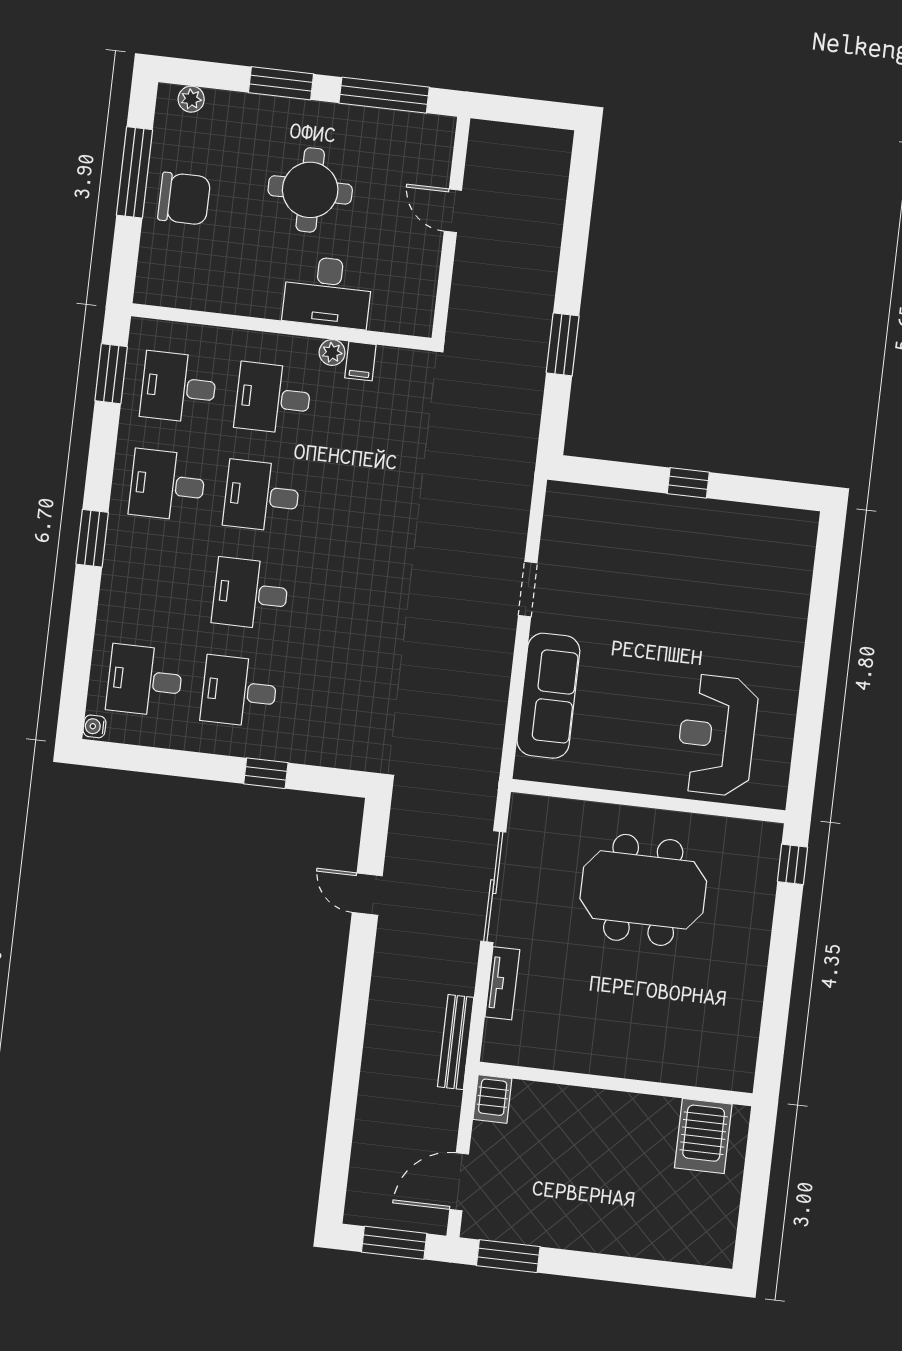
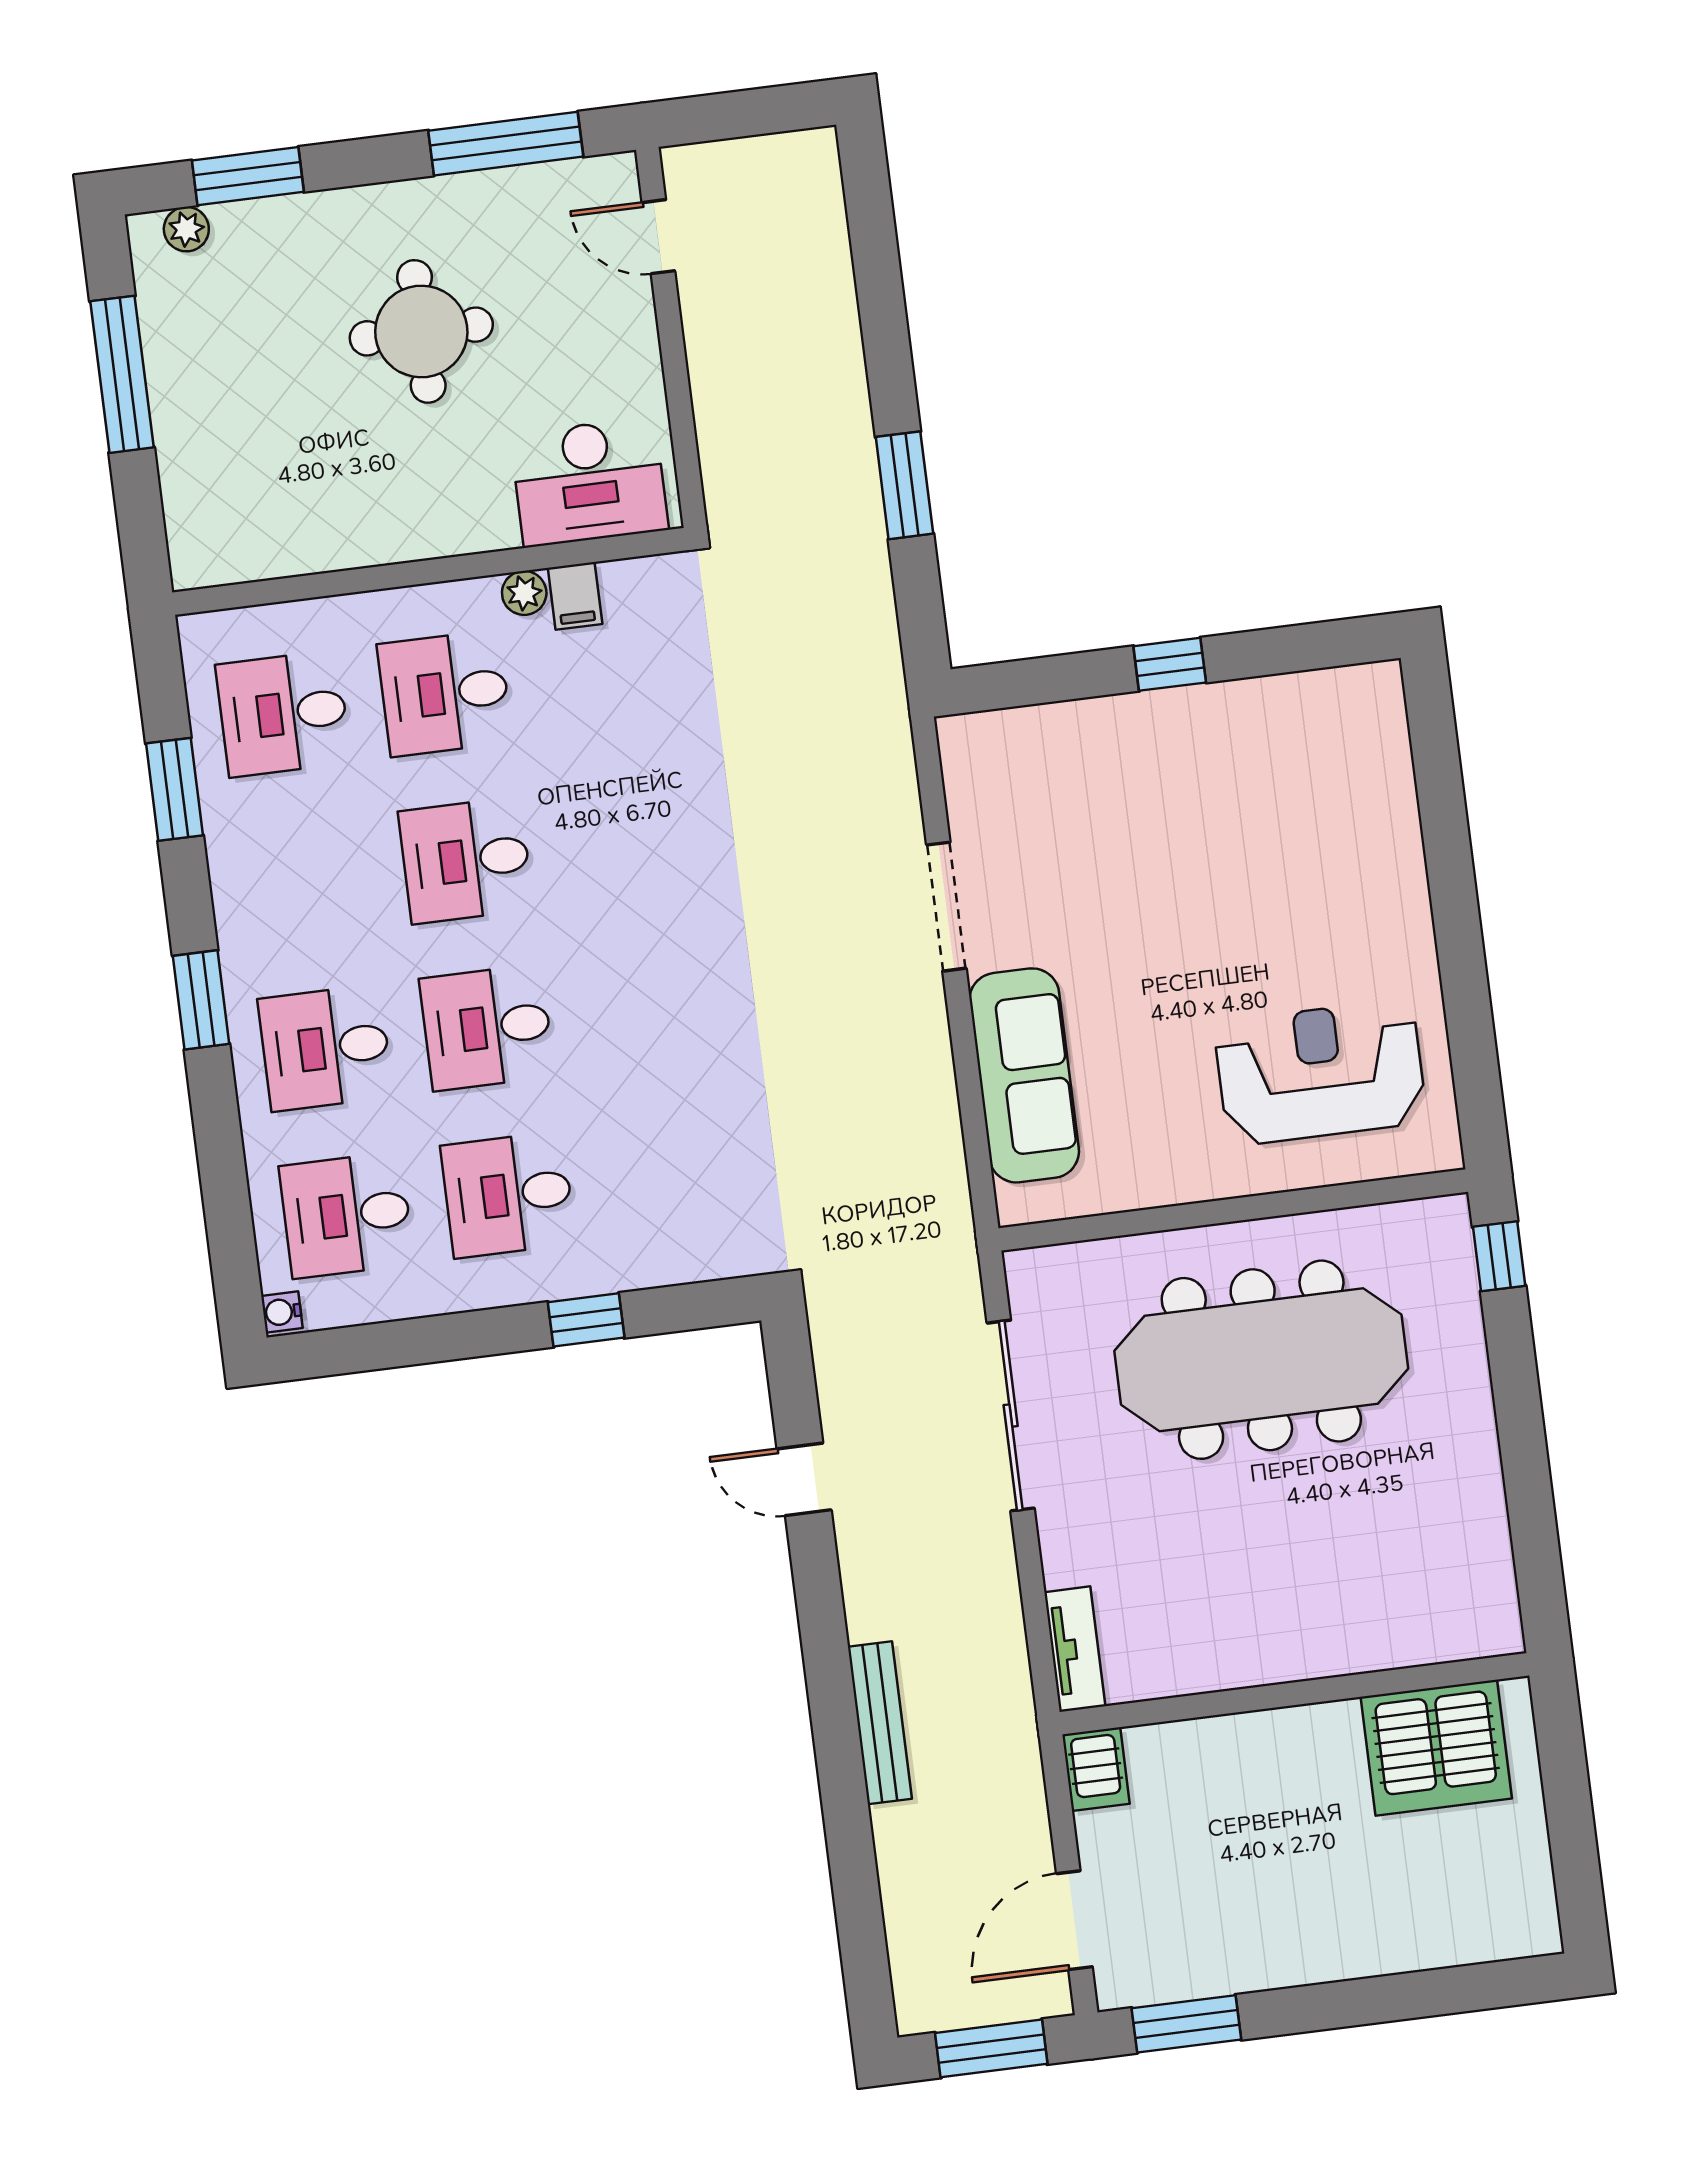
window: (281, 83) -> (248, 176), moved
chair: (184, 199) -> (215, 397), removed
door: (453, 211) -> (658, 237), moved
desk: (328, 292) -> (589, 482), moved
window: (111, 374) -> (174, 789), moved
desk: (167, 485) -> (326, 1048), moved
doorway: (528, 589) -> (946, 907), width x1.38
reception desk: (717, 735) -> (1320, 1072), turned 90
meeting table: (643, 890) -> (1261, 1360), width x1.36
tv unit: (502, 983) -> (1075, 1649), moved
bench: (456, 1042) -> (880, 1723), moved
server rack: (703, 1136) -> (1436, 1748), width x1.60

